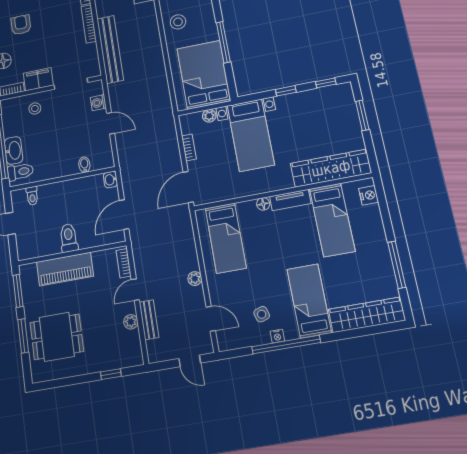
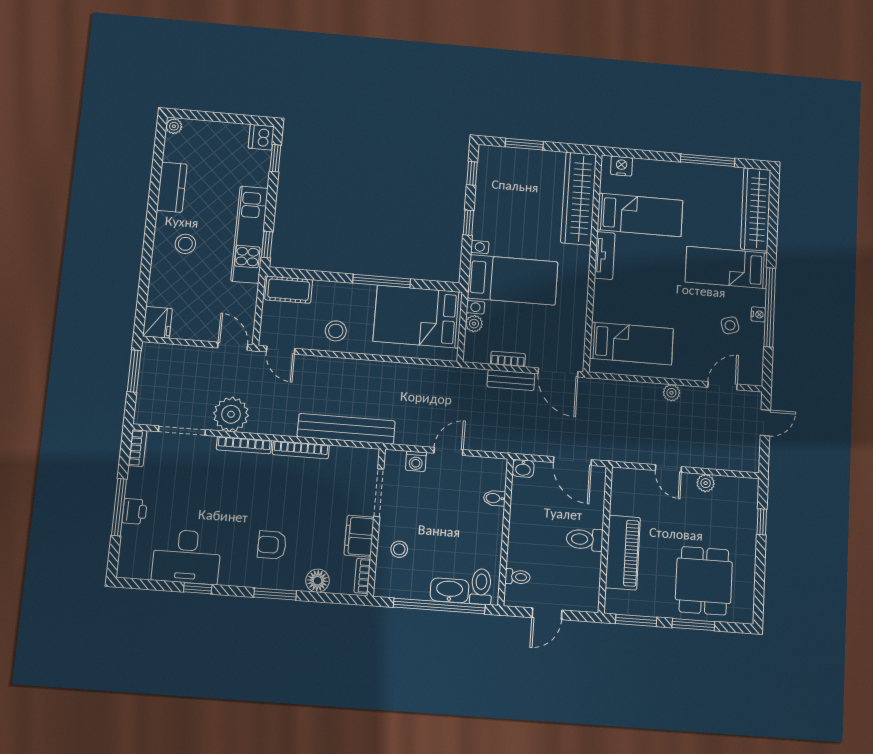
floor lamp: (263, 204) -> (602, 288), removed
bookcase: (124, 263) -> (633, 476), removed
bench: (149, 320) -> (511, 380), moved

